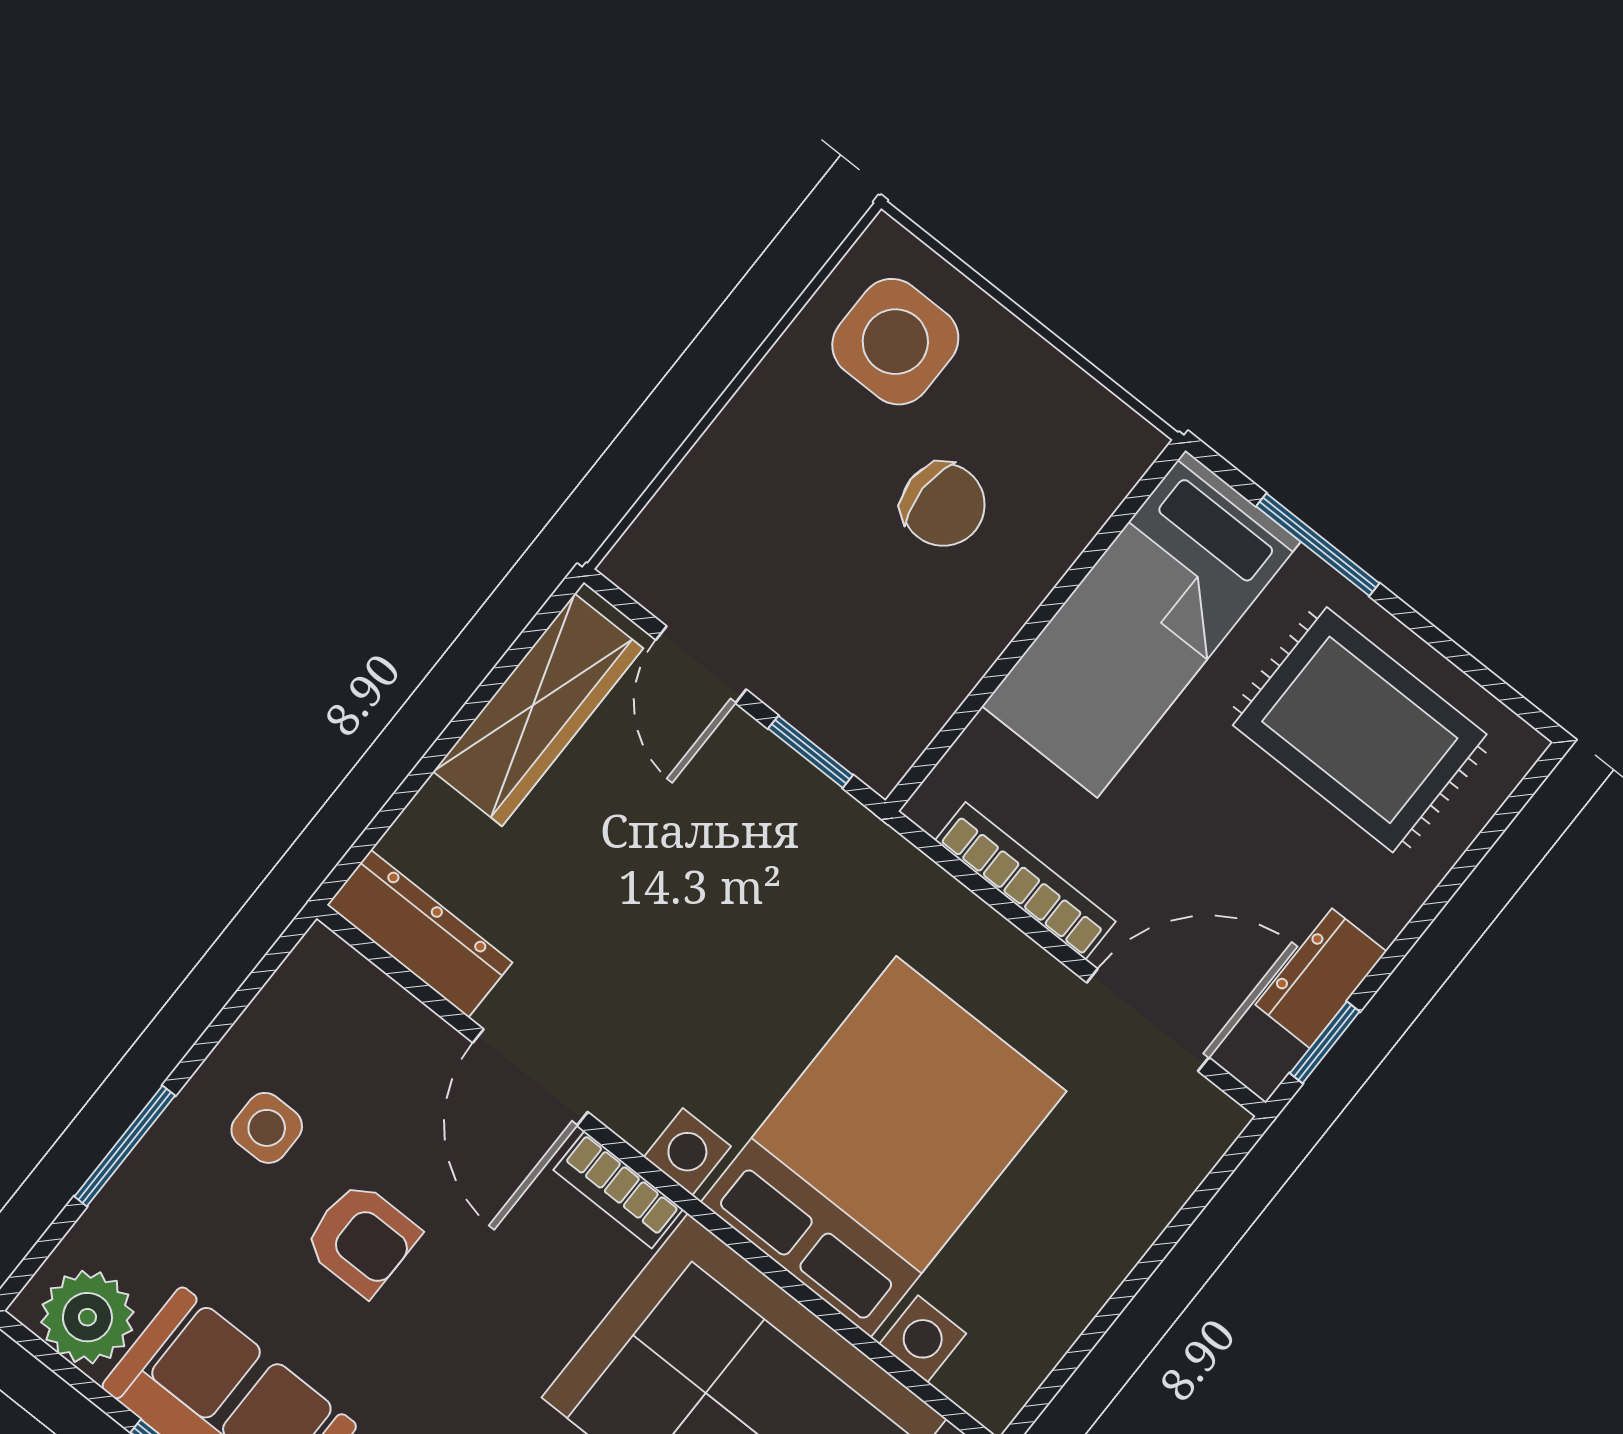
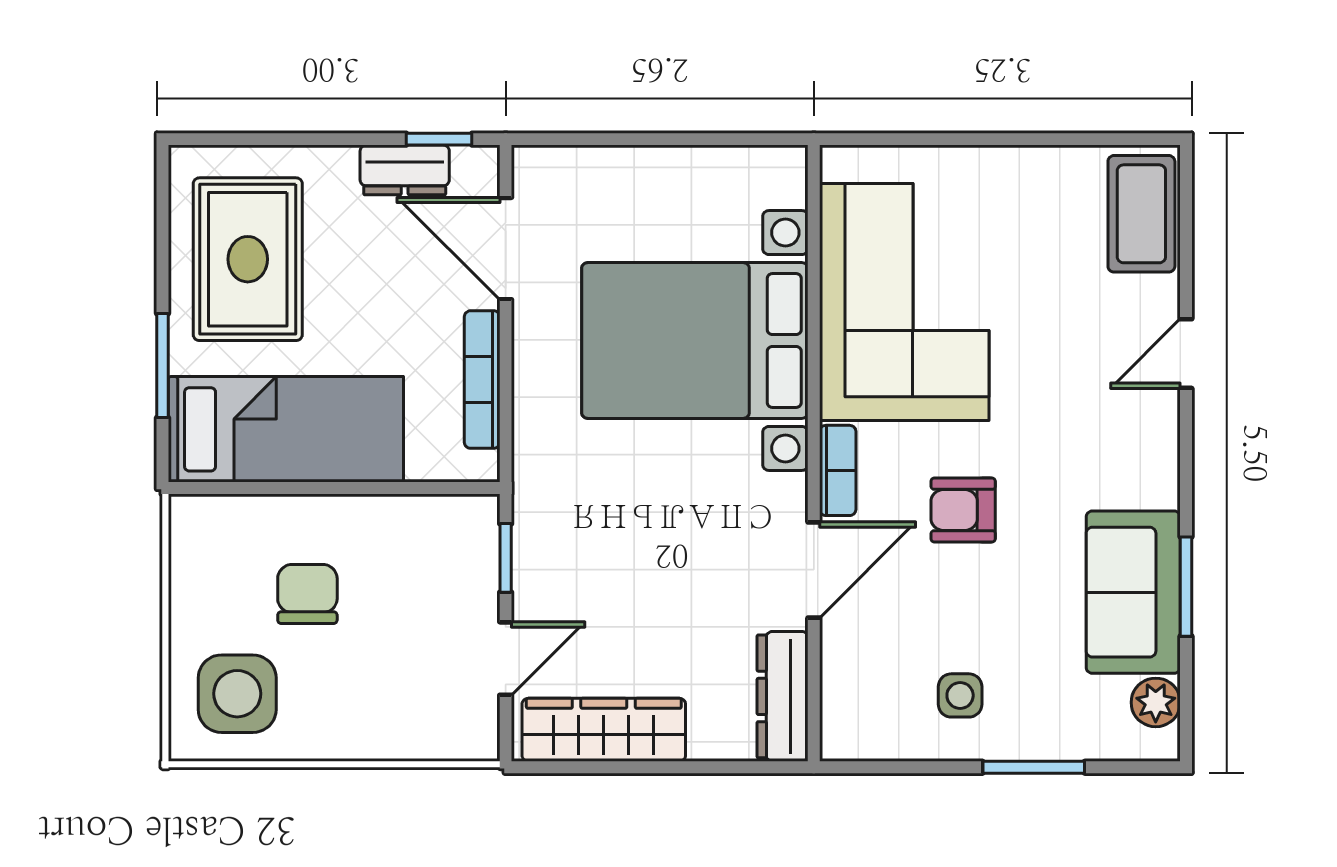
armchair: (362, 1239) -> (963, 510), moved, turned -90
plant: (87, 1317) -> (1156, 702), width x0.73, depth x0.73

